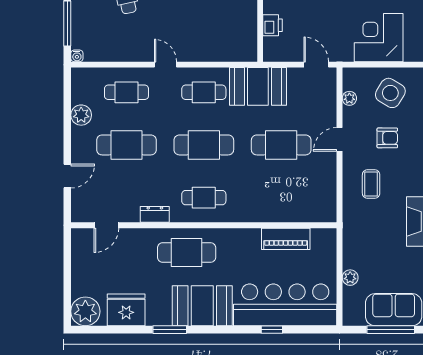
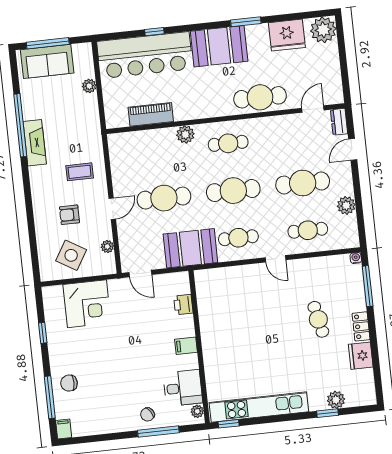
coffee table: (371, 184) -> (80, 172), turned 90
plant: (250, 213) -> (185, 134), added
dresser: (155, 214) -> (339, 122), moved, turned 90
cafe table: (187, 253) -> (260, 97), moved

